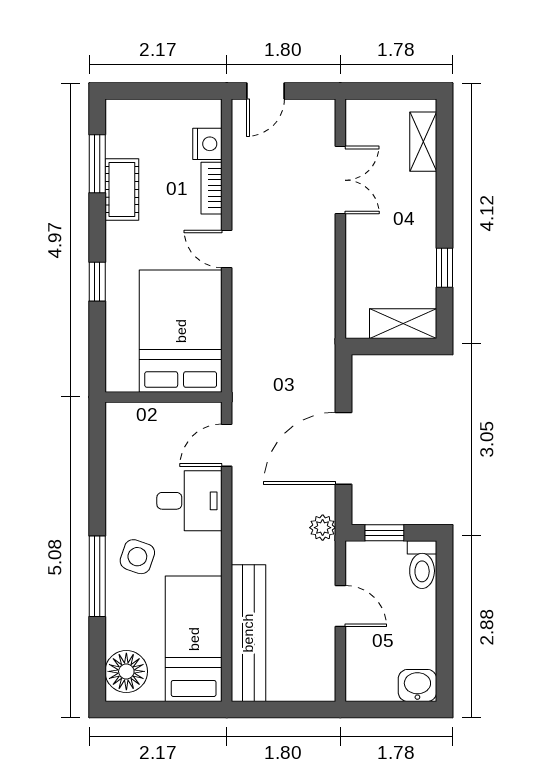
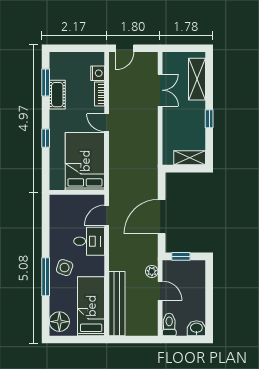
shelving: (423, 142) -> (197, 79), width x1.50, depth x1.33
window: (444, 268) -> (209, 119), moved
plant: (323, 528) -> (152, 271), moved
toilet: (422, 565) -> (169, 325), moved, turned 180

